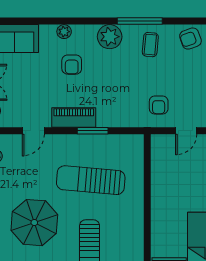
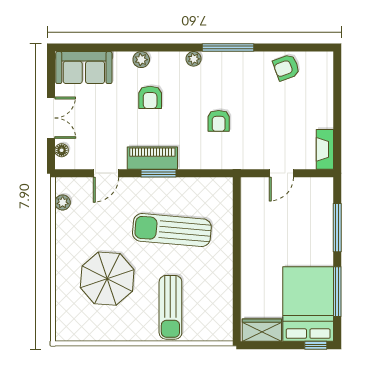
plant: (110, 37) -> (194, 59), width x0.53, depth x0.53
coffee table: (150, 45) -> (240, 74), removed
armchair: (159, 105) -> (219, 121), moved
window: (93, 131) -> (159, 173), moved

